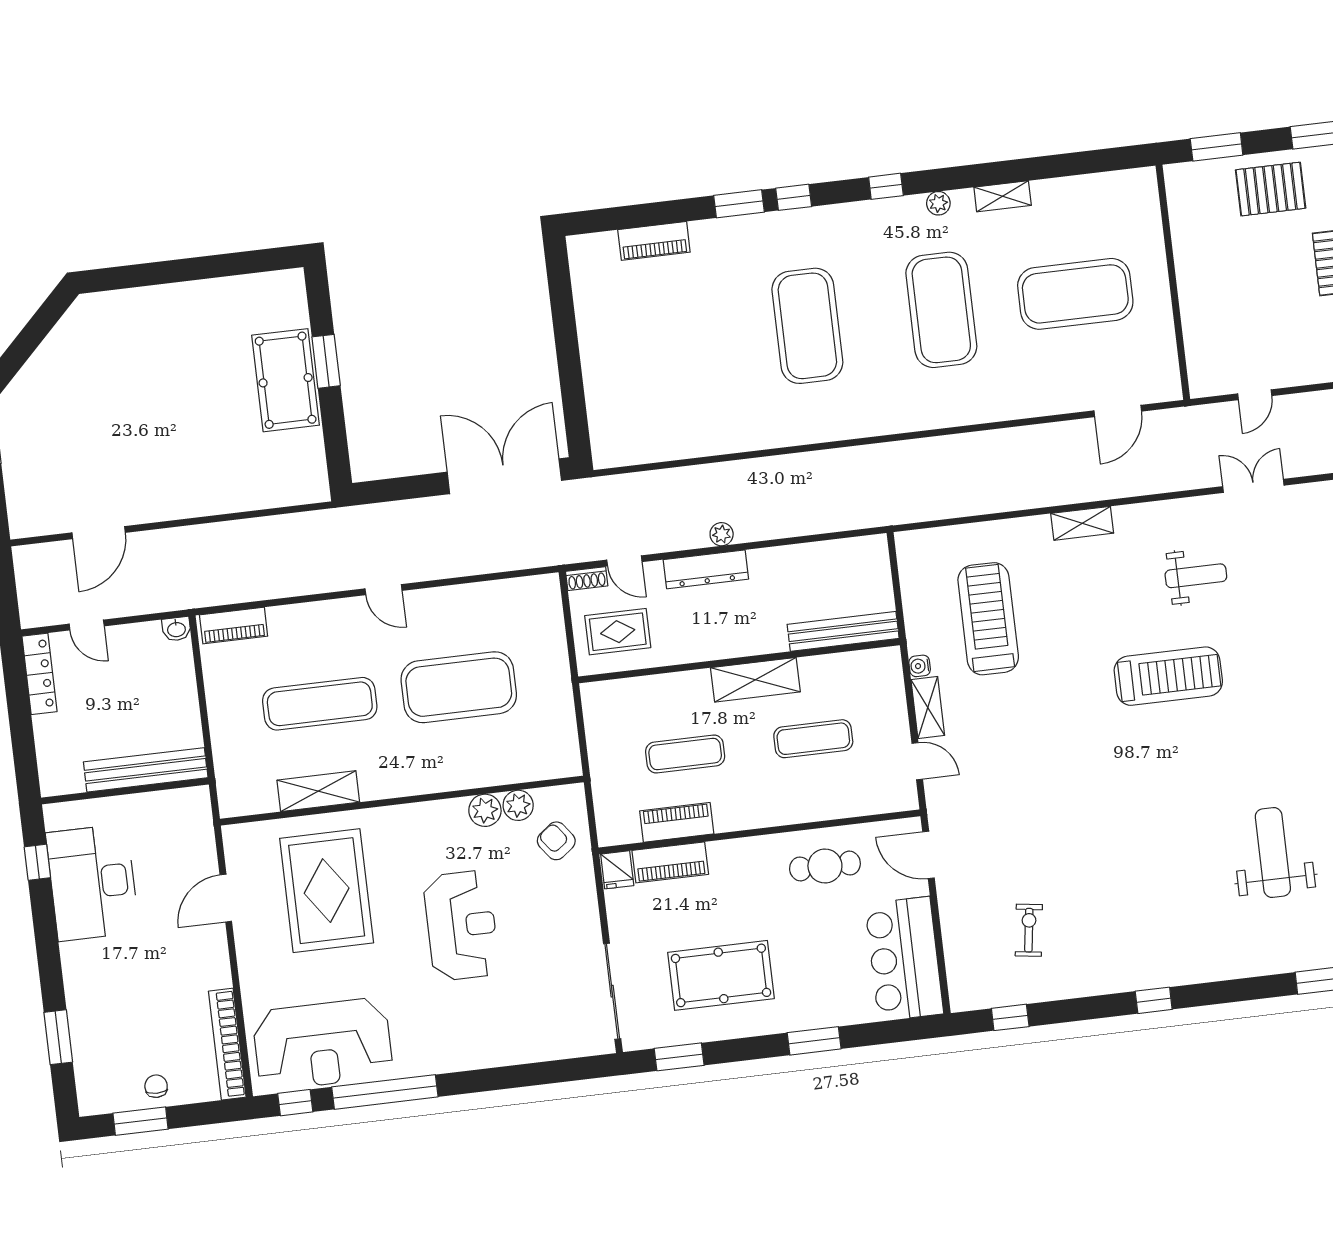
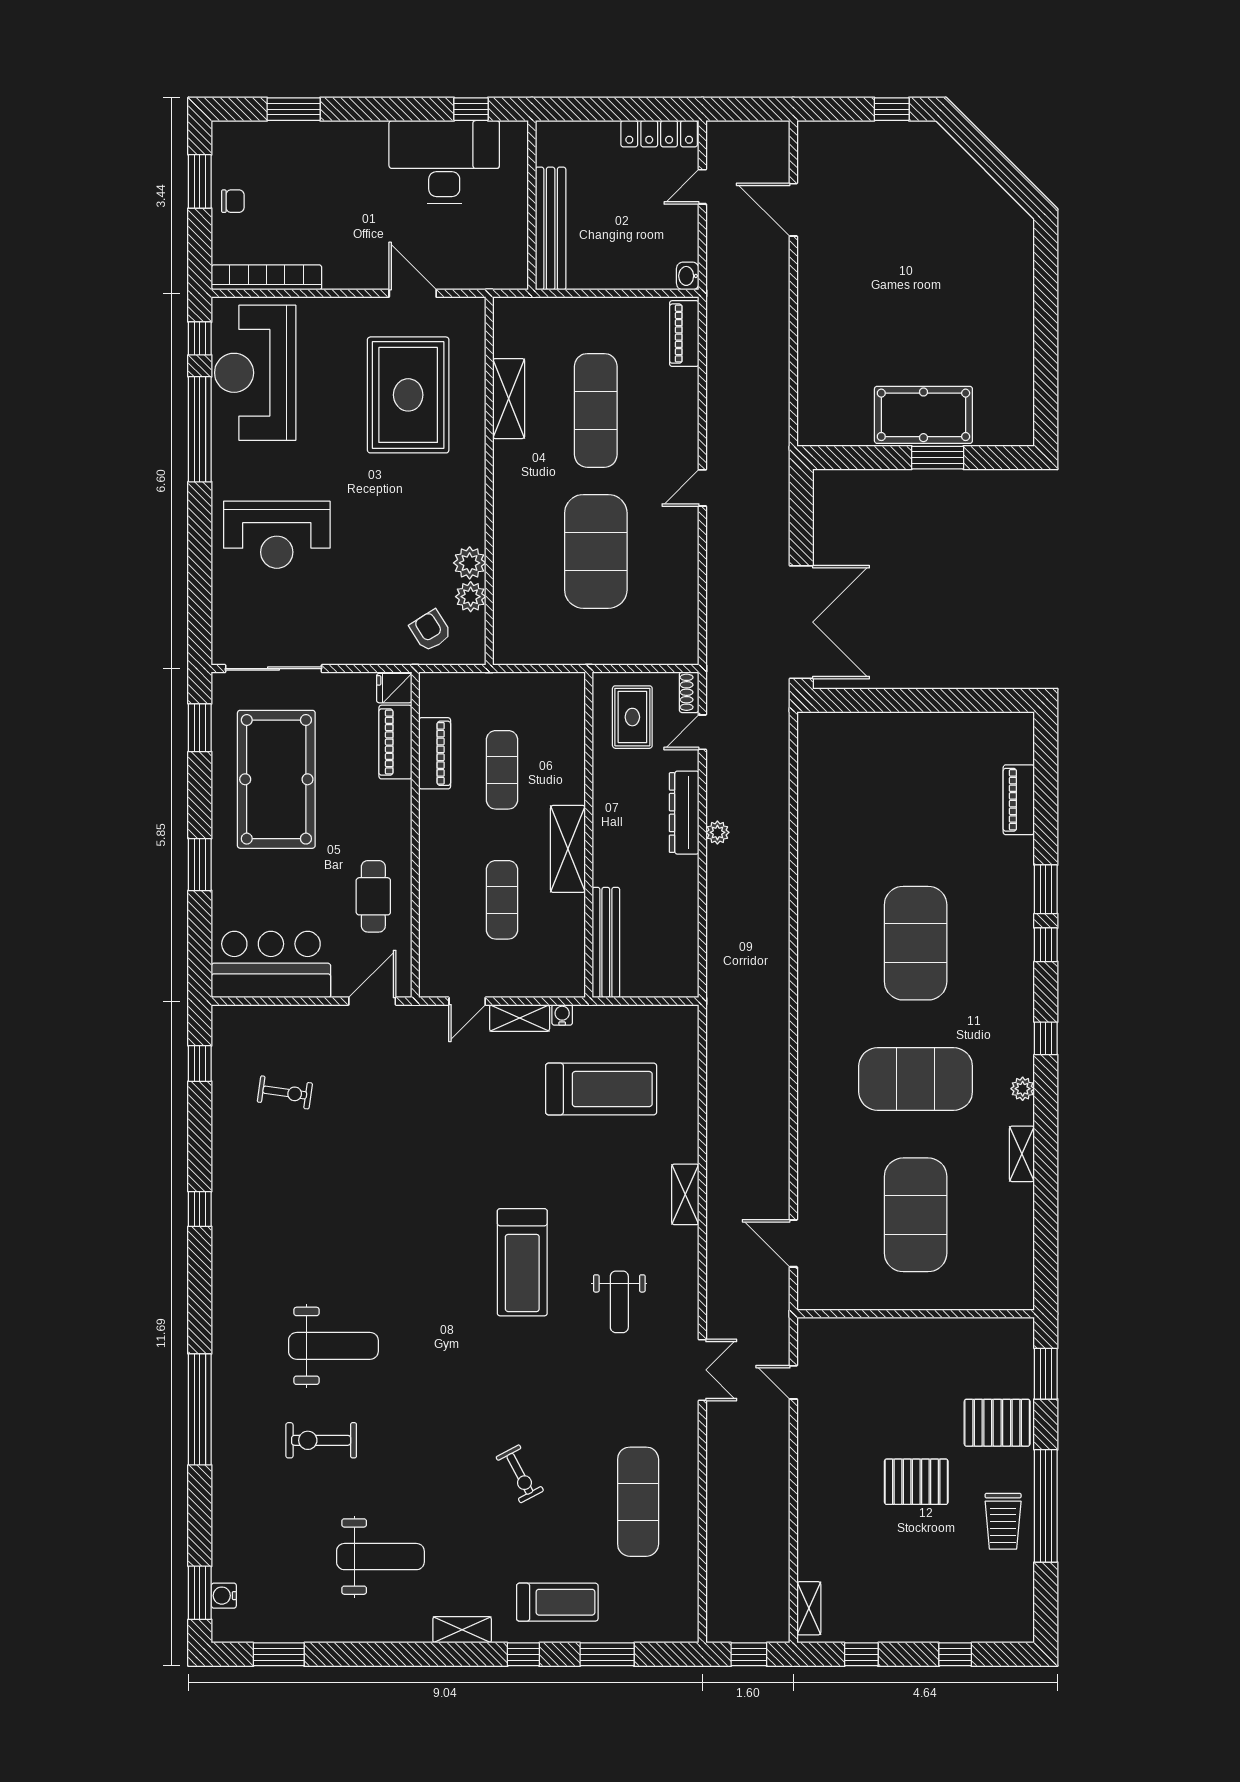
pallet: (1271, 189) -> (997, 1423), turned 90
exercise mat: (807, 326) -> (916, 943), turned 90
armchair: (556, 841) -> (431, 631), turned -85
rug: (327, 891) -> (408, 395), turned 90
reception desk: (461, 925) -> (277, 535), moved
pool table: (721, 975) -> (276, 779), width x1.36, depth x1.32

